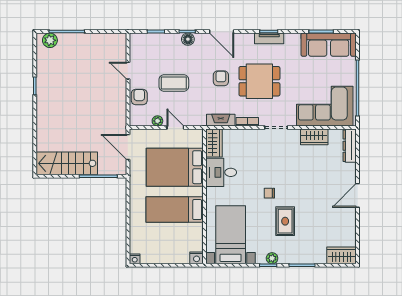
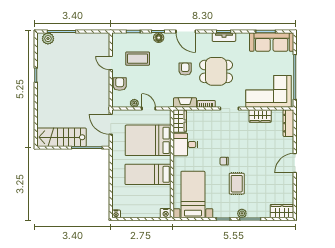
coffee table: (174, 83) -> (138, 59), moved
plant: (272, 258) -> (242, 213), moved

